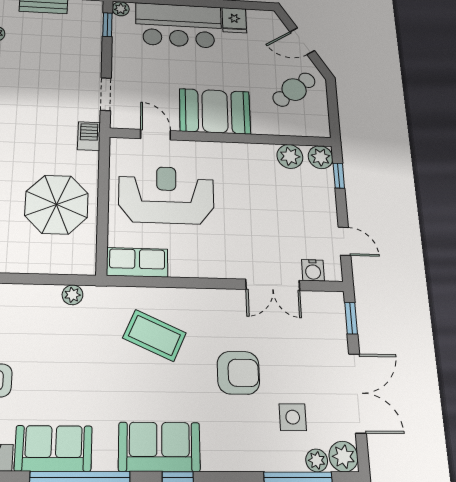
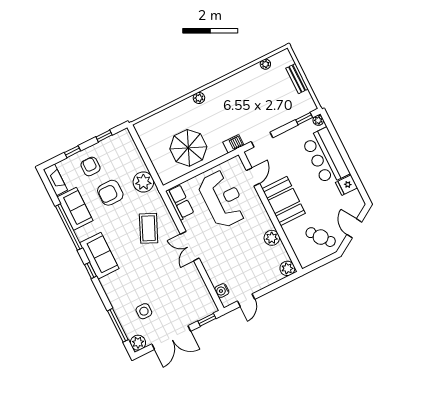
plant: (290, 156) -> (272, 238), moved
window: (339, 176) -> (282, 282), removed
double door: (273, 285) -> (190, 246), moved
plant: (72, 295) -> (143, 182), width x1.88, depth x1.88
armchair: (238, 373) -> (110, 193), moved, turned 90
plant: (317, 460) -> (130, 331), removed

